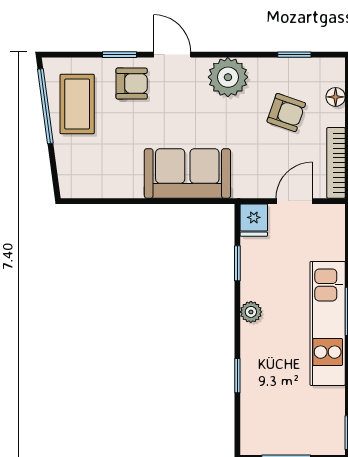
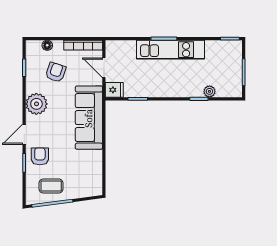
coffee table: (77, 104) -> (51, 186), width x0.73, depth x0.77
sofa: (187, 173) -> (89, 118), width x1.36
plant: (251, 312) -> (209, 91), moved

